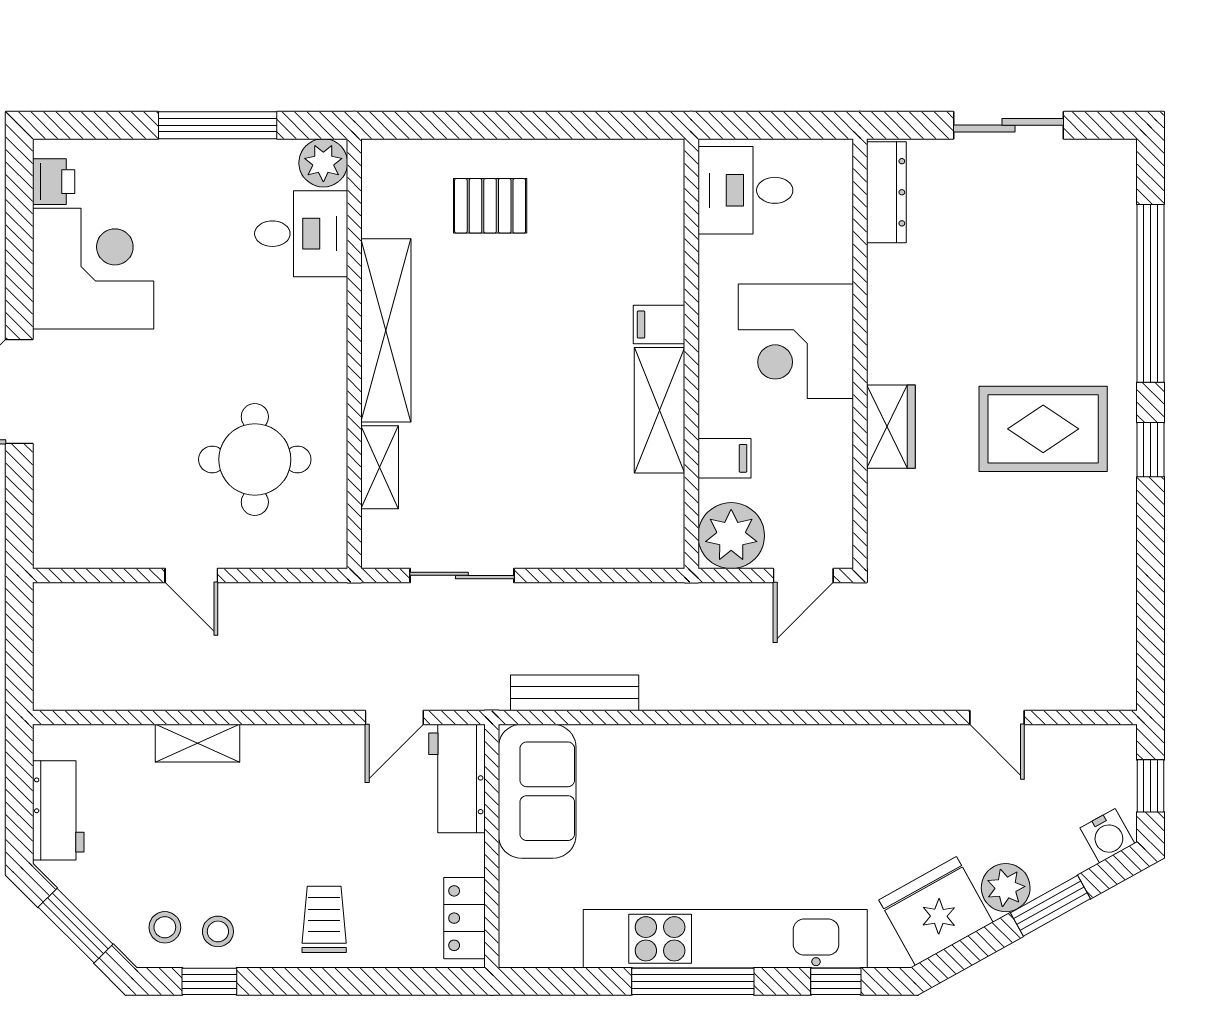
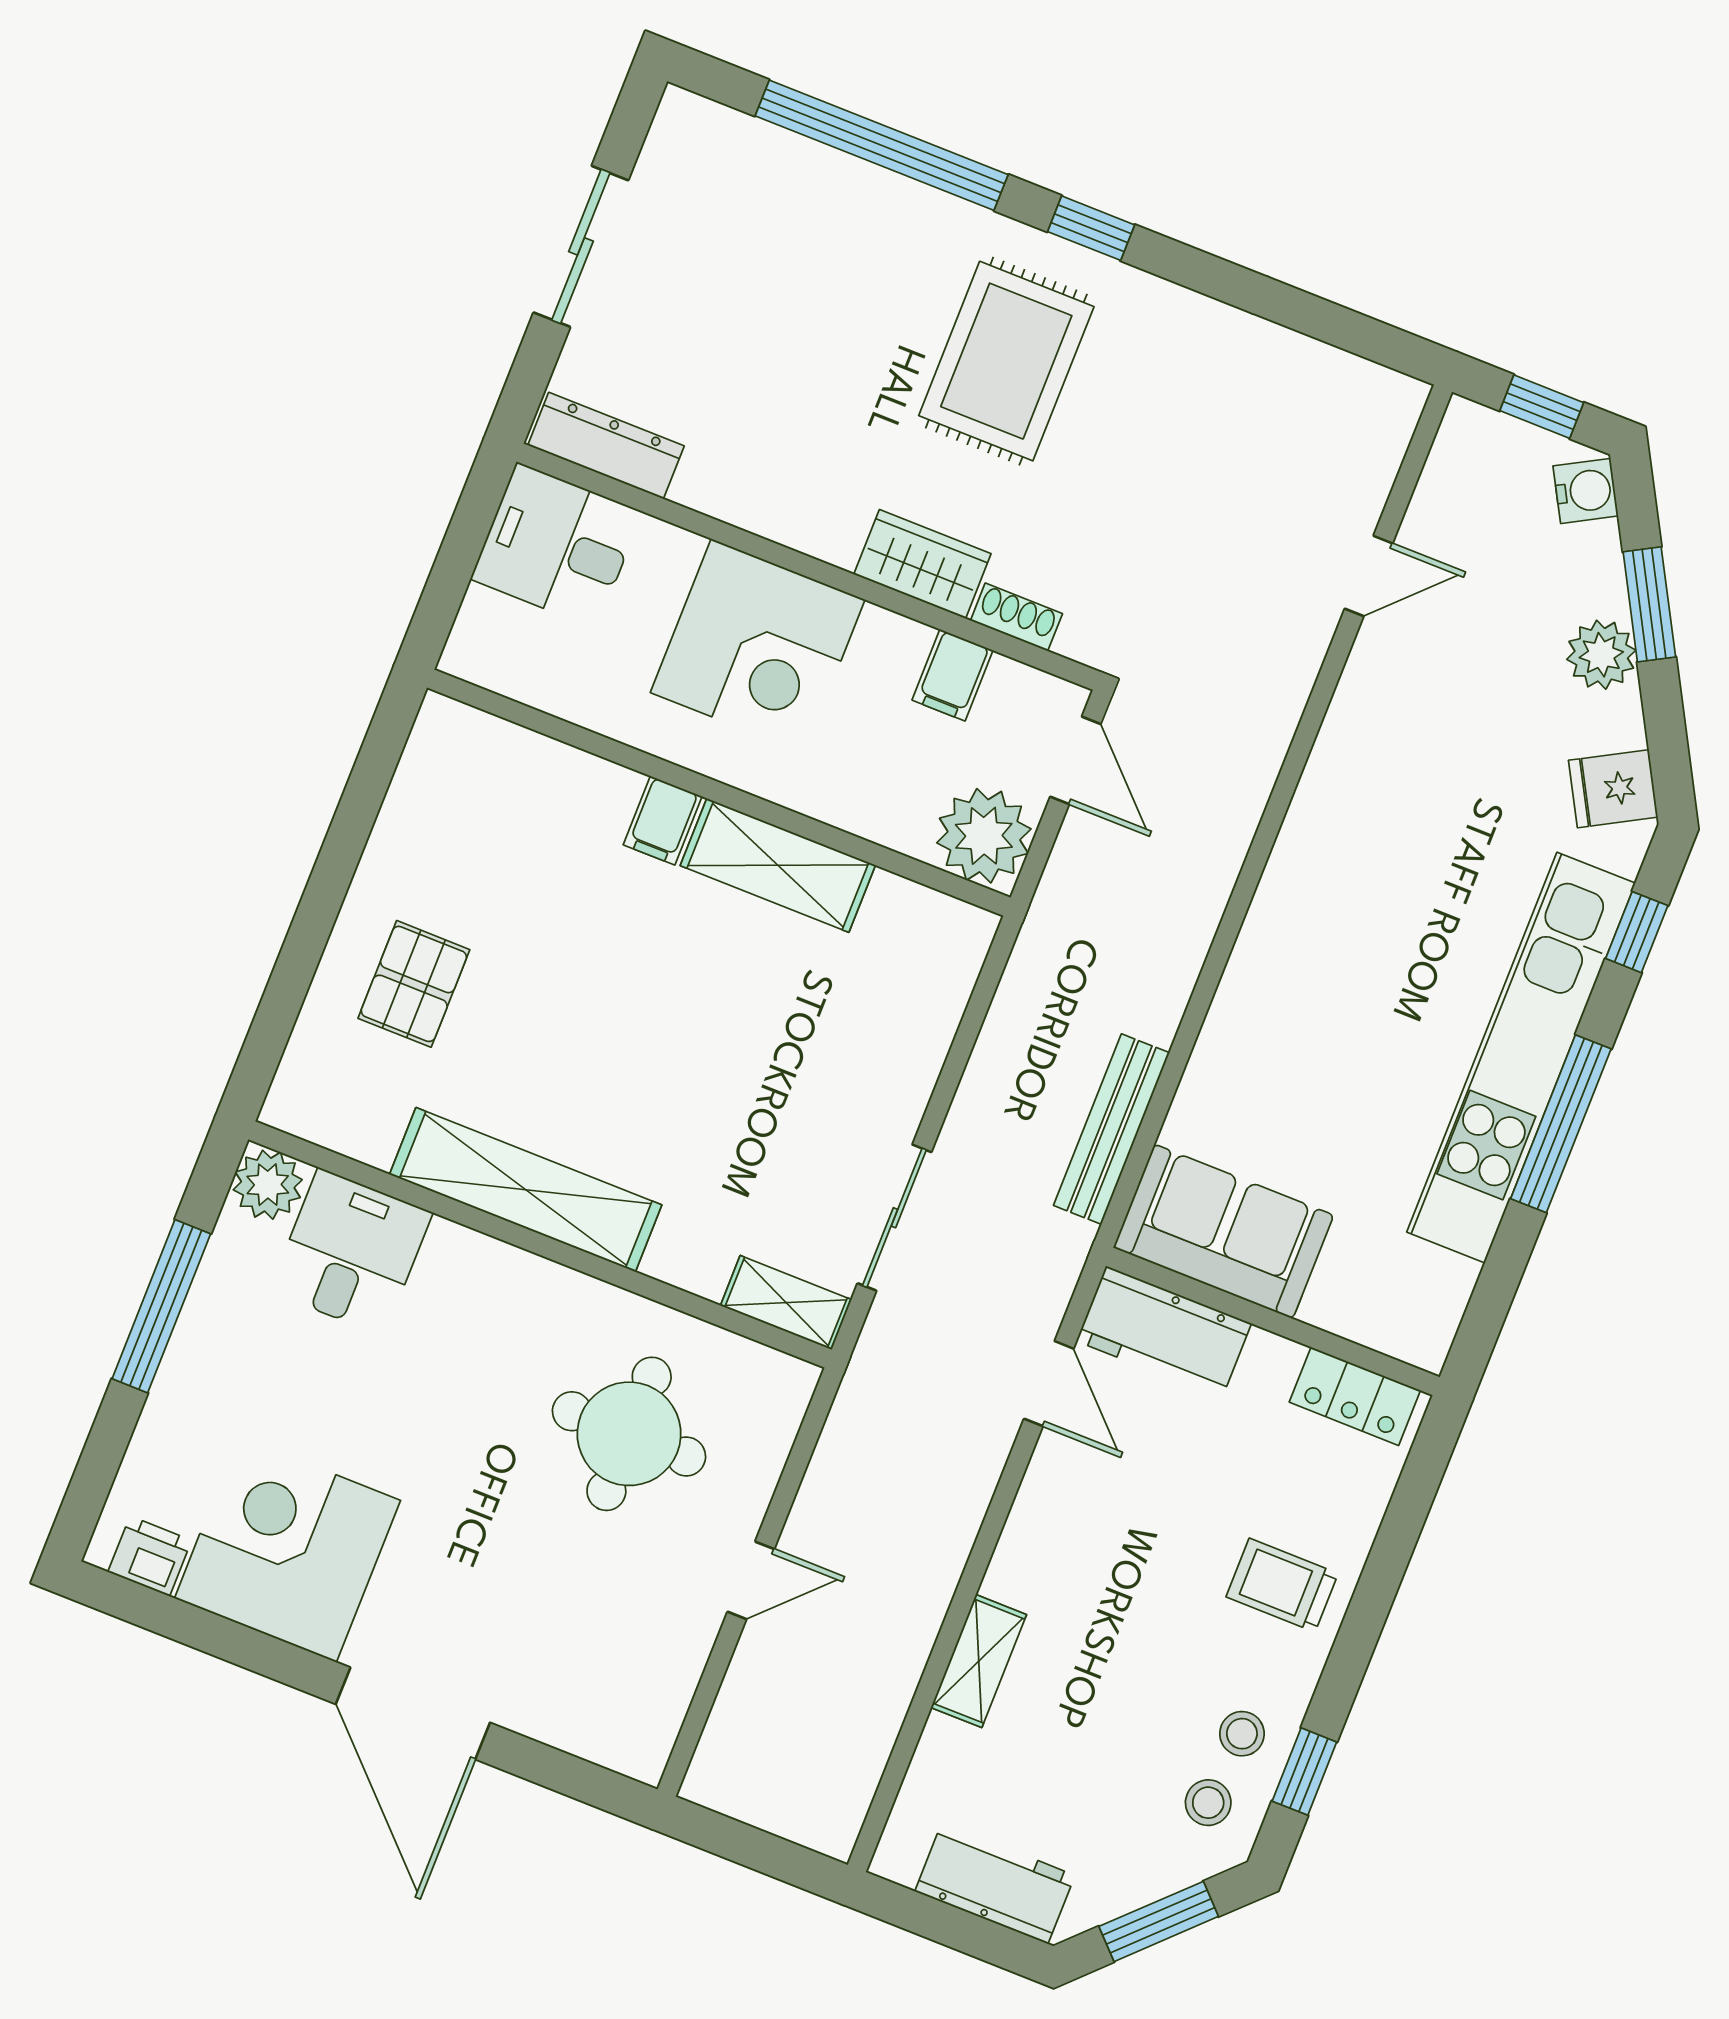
desk: (745, 190) -> (557, 545), moved, turned 90
filing cabinet: (724, 458) -> (953, 675), moved, turned 180
shelving: (380, 467) -> (786, 1303), moved
shoe rack: (881, 501) -> (1016, 617), added
fridge: (936, 911) -> (1613, 789), width x0.53, depth x0.75

